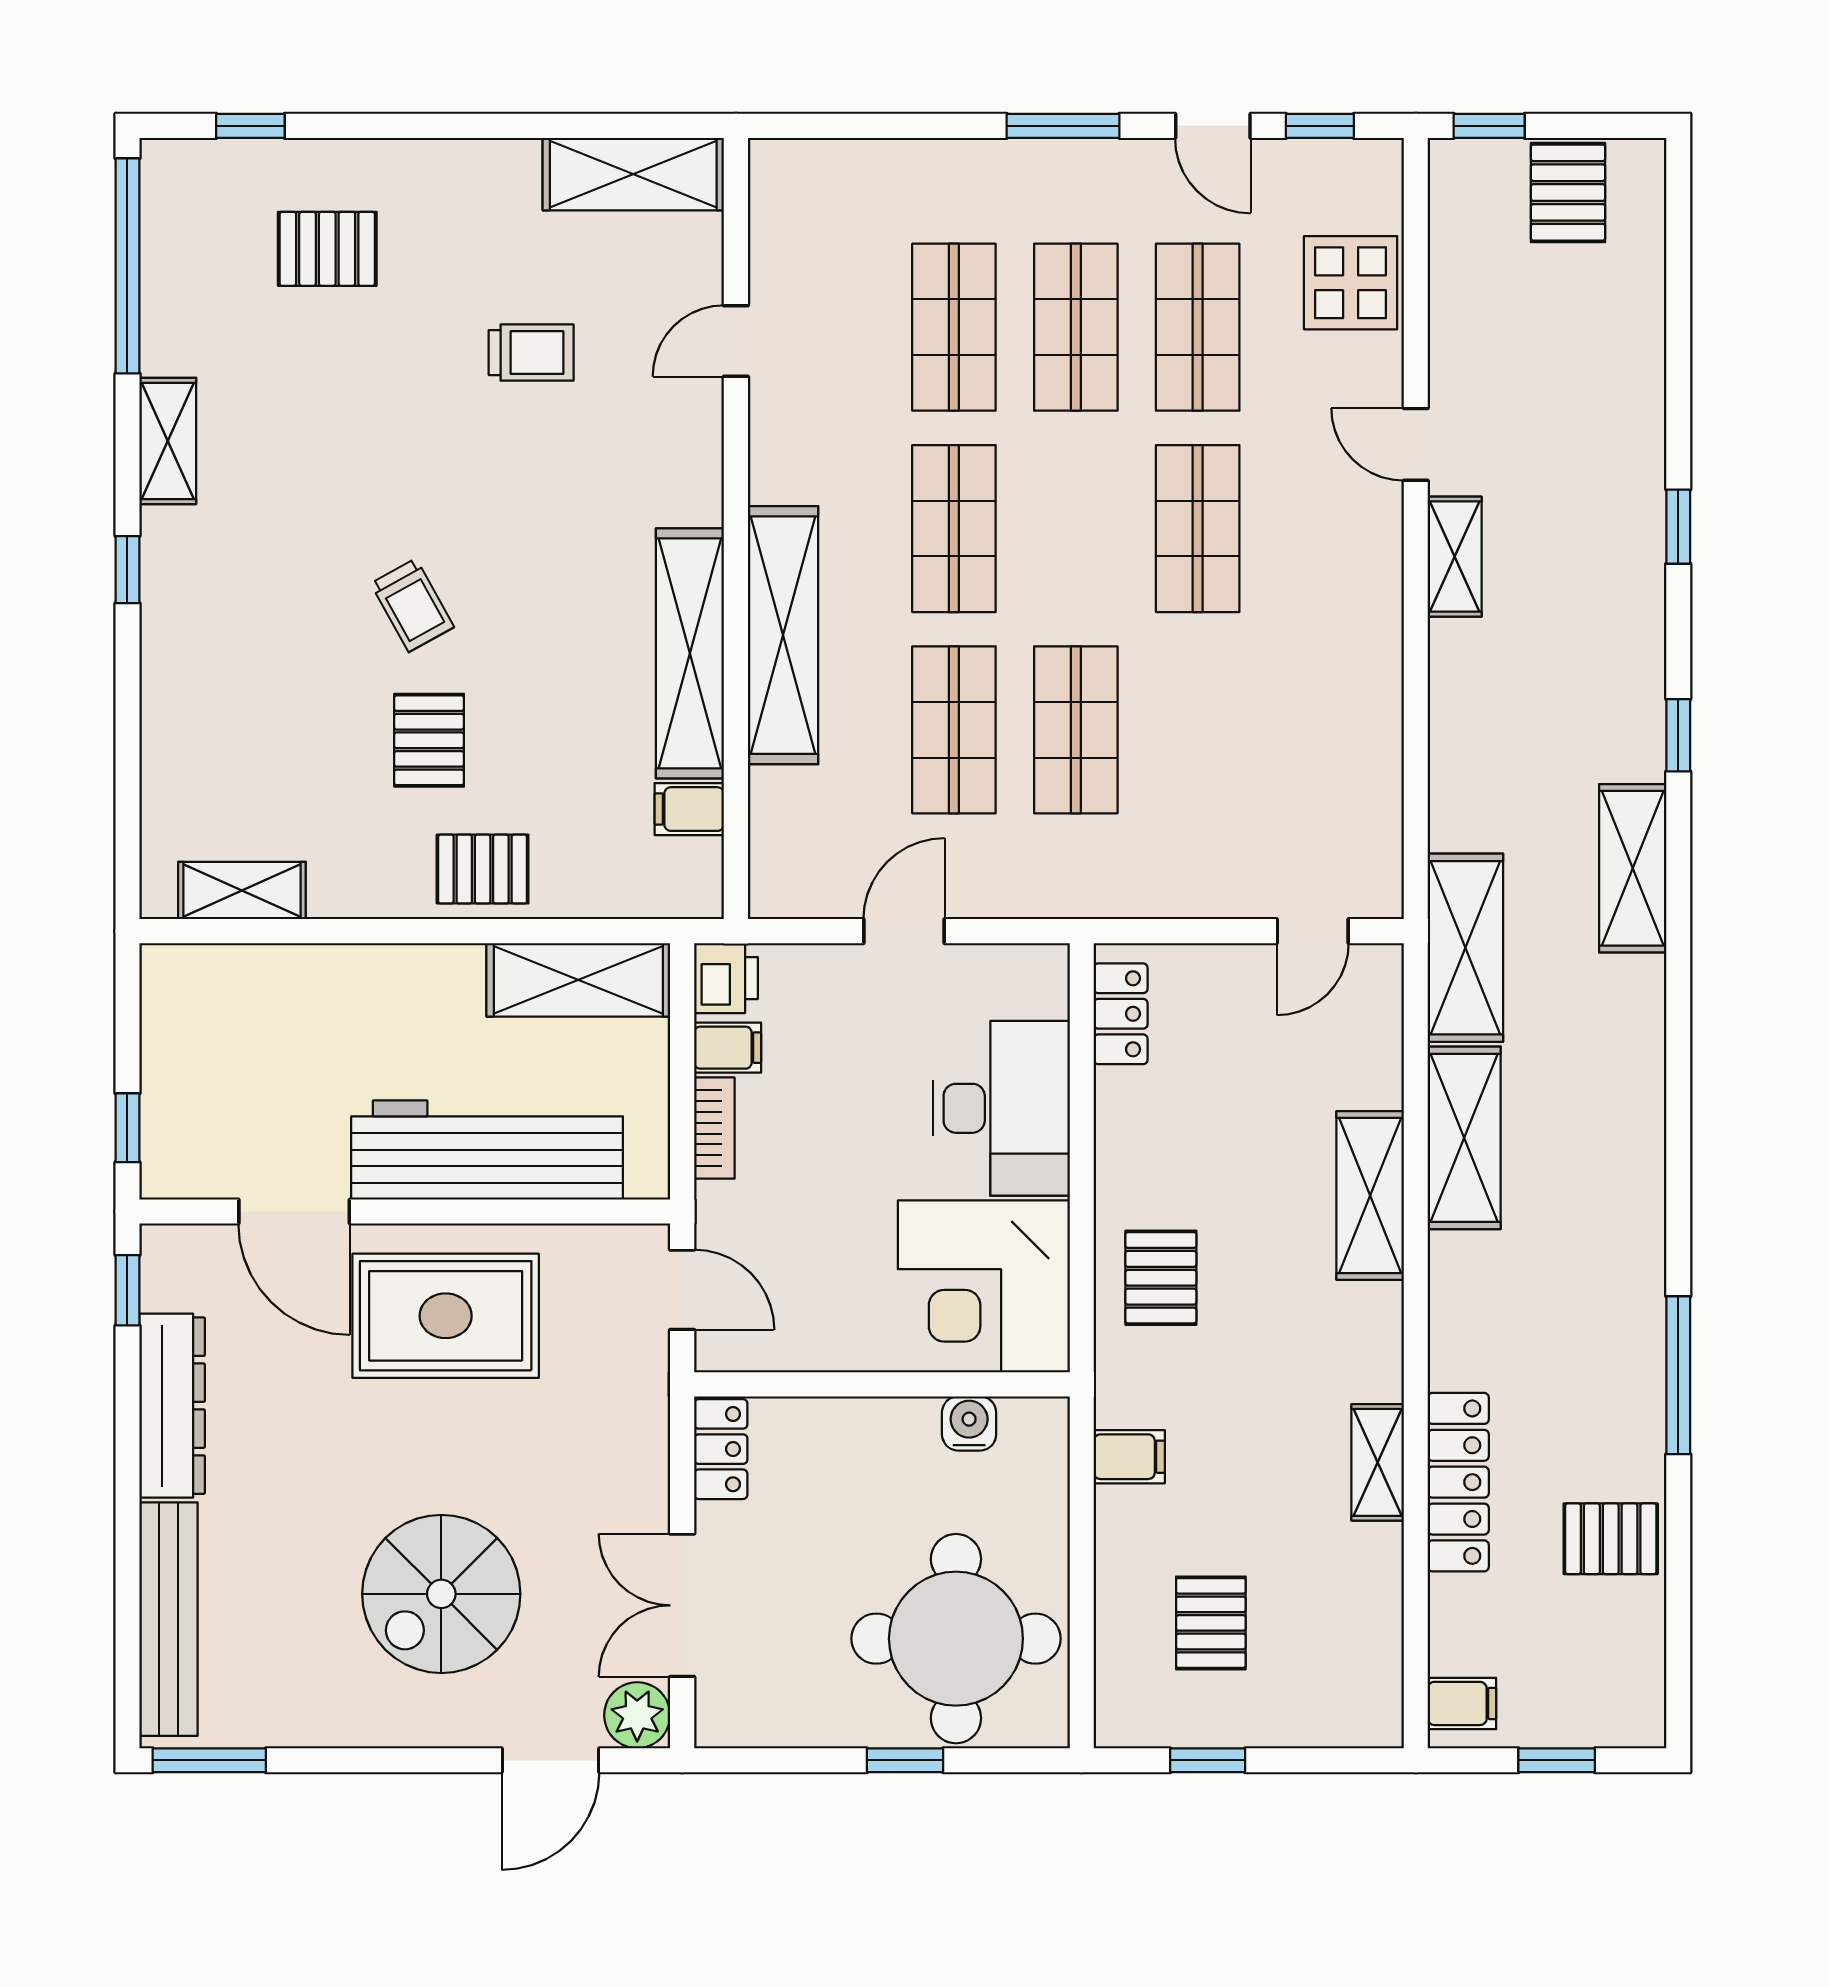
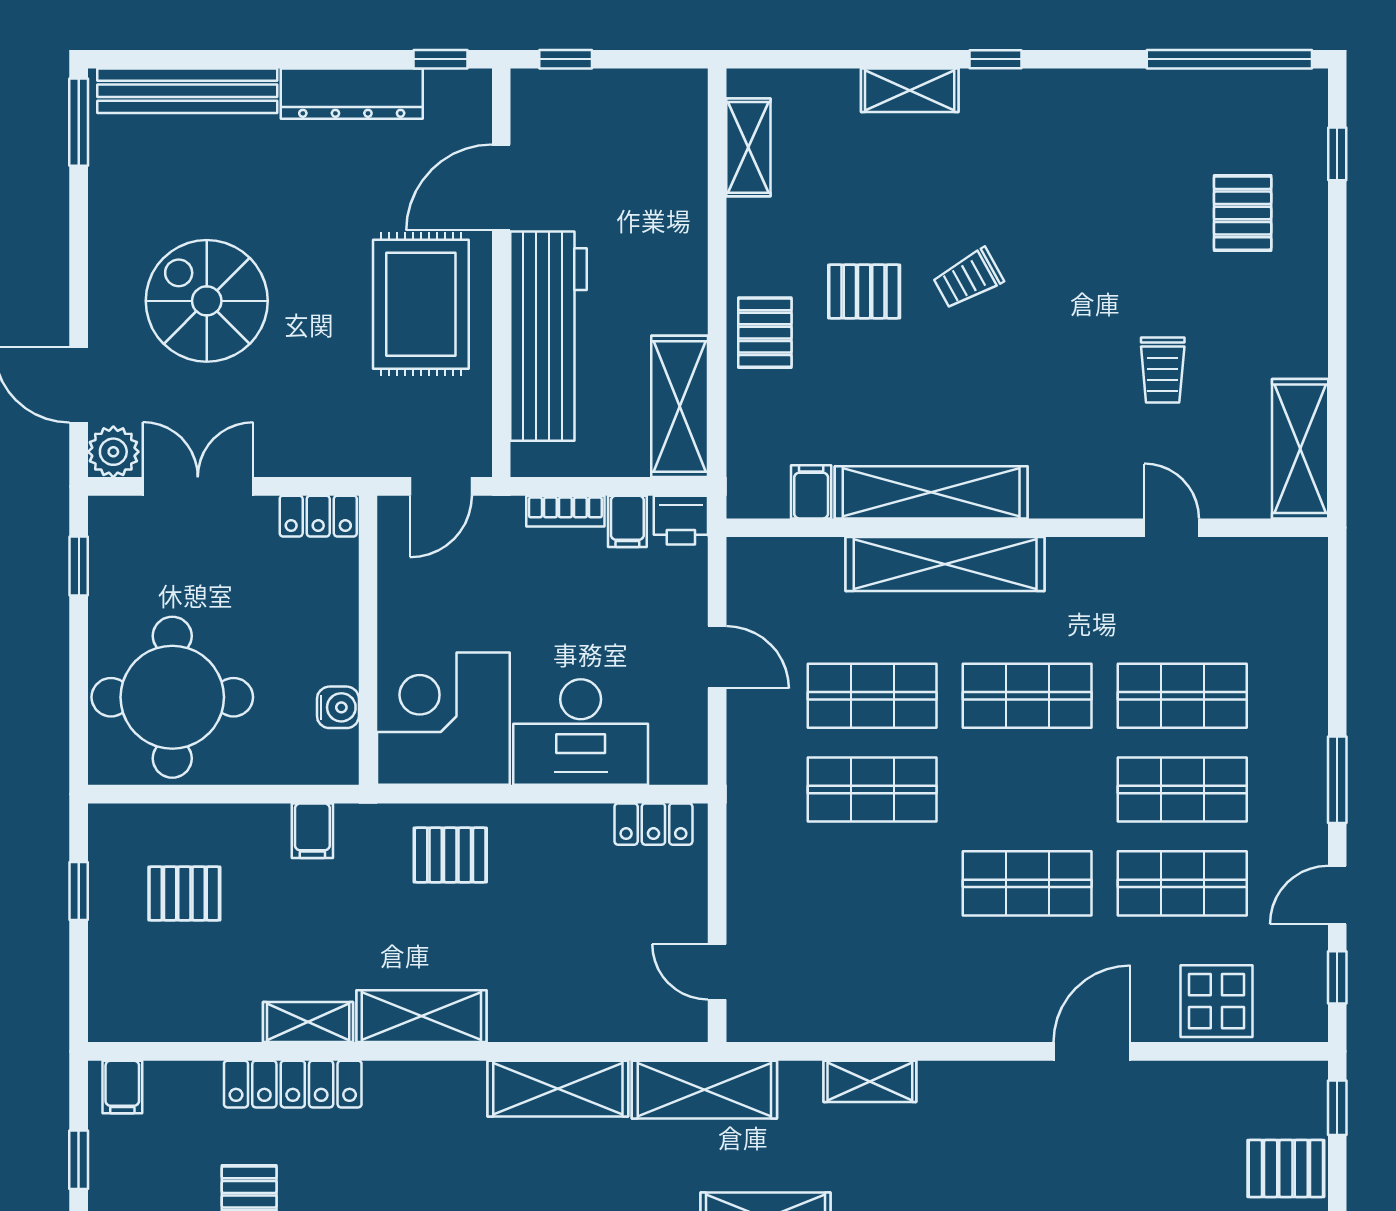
shelving: (168, 441) -> (910, 90), moved
door: (1416, 444) -> (1092, 1051), width x1.38
shelving: (1455, 557) -> (870, 1081), moved
shelving: (1370, 1196) -> (421, 1016), moved
window: (905, 1760) -> (79, 566), moved

